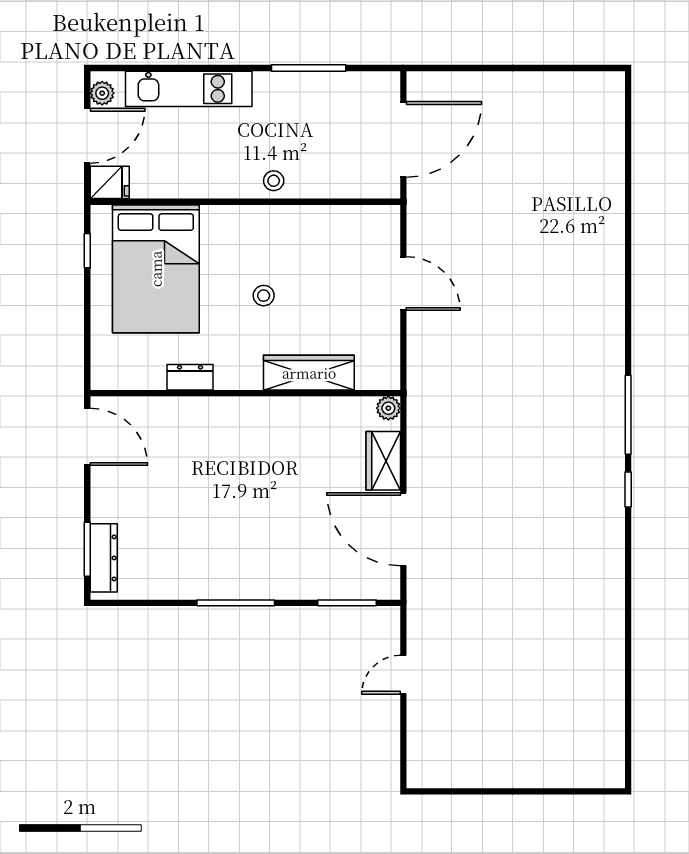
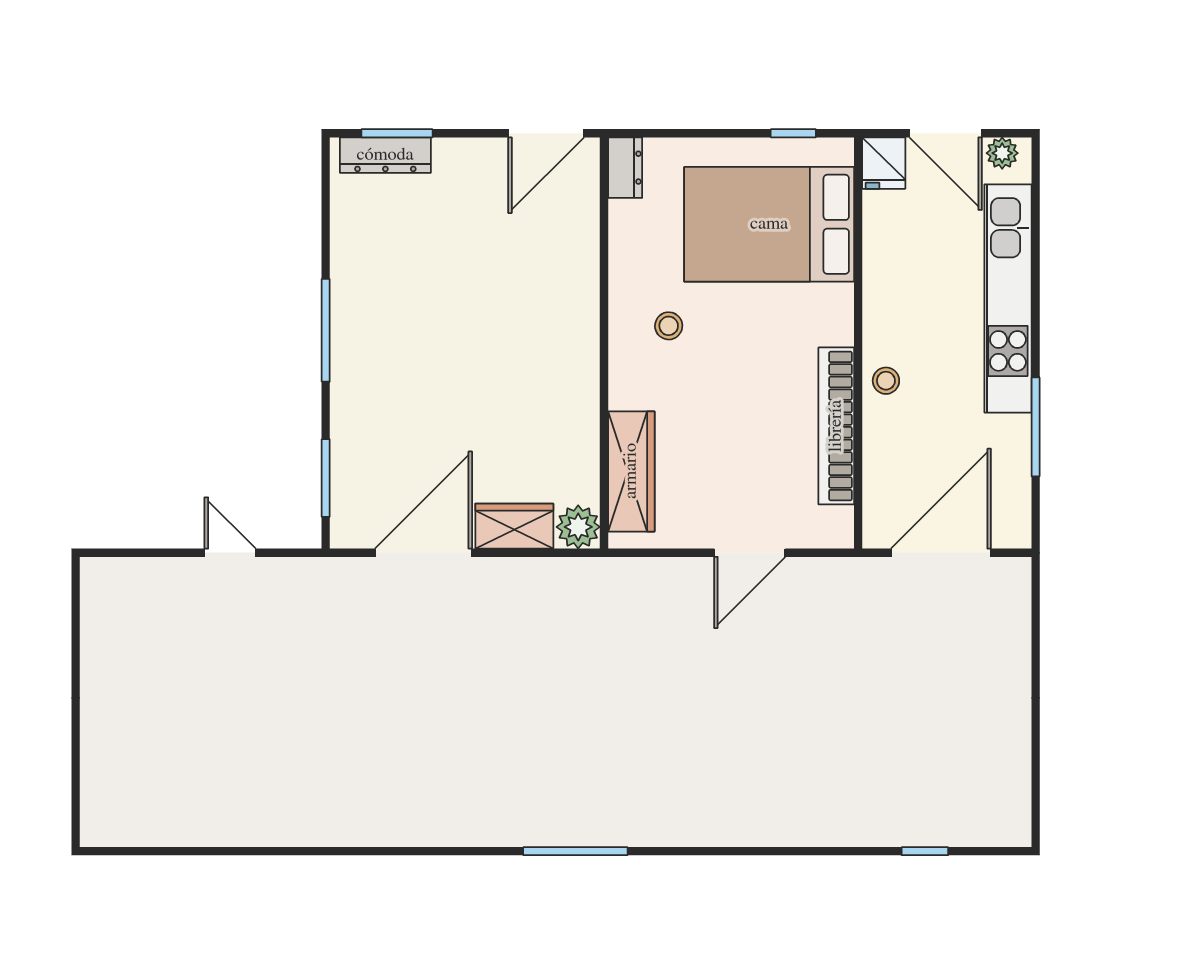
kitchen unit: (189, 89) -> (1008, 298), width x1.36
door: (403, 139) -> (941, 553), swing flipped
bookcase: (308, 218) -> (836, 426), added
stool: (264, 296) -> (669, 326), moved
wardrobe: (309, 373) -> (631, 471), moved
dresser: (190, 377) -> (625, 168), moved
plant: (388, 408) -> (578, 527), width x1.38, depth x1.38
window: (628, 490) -> (925, 851), moved

